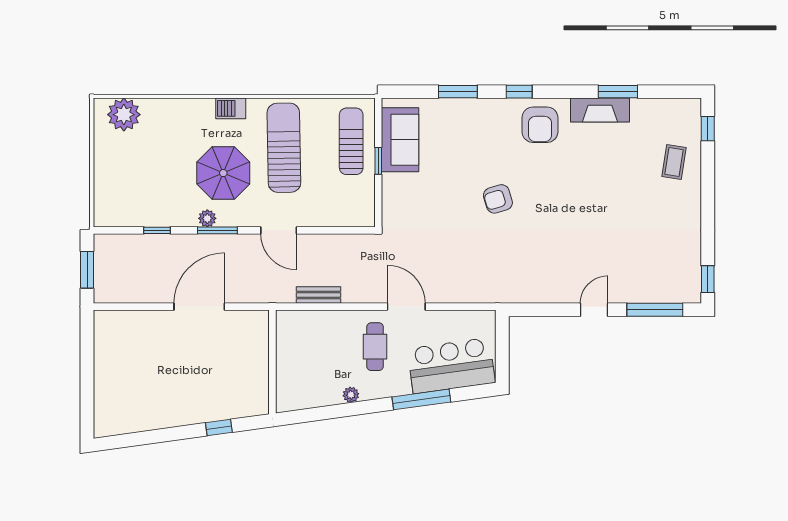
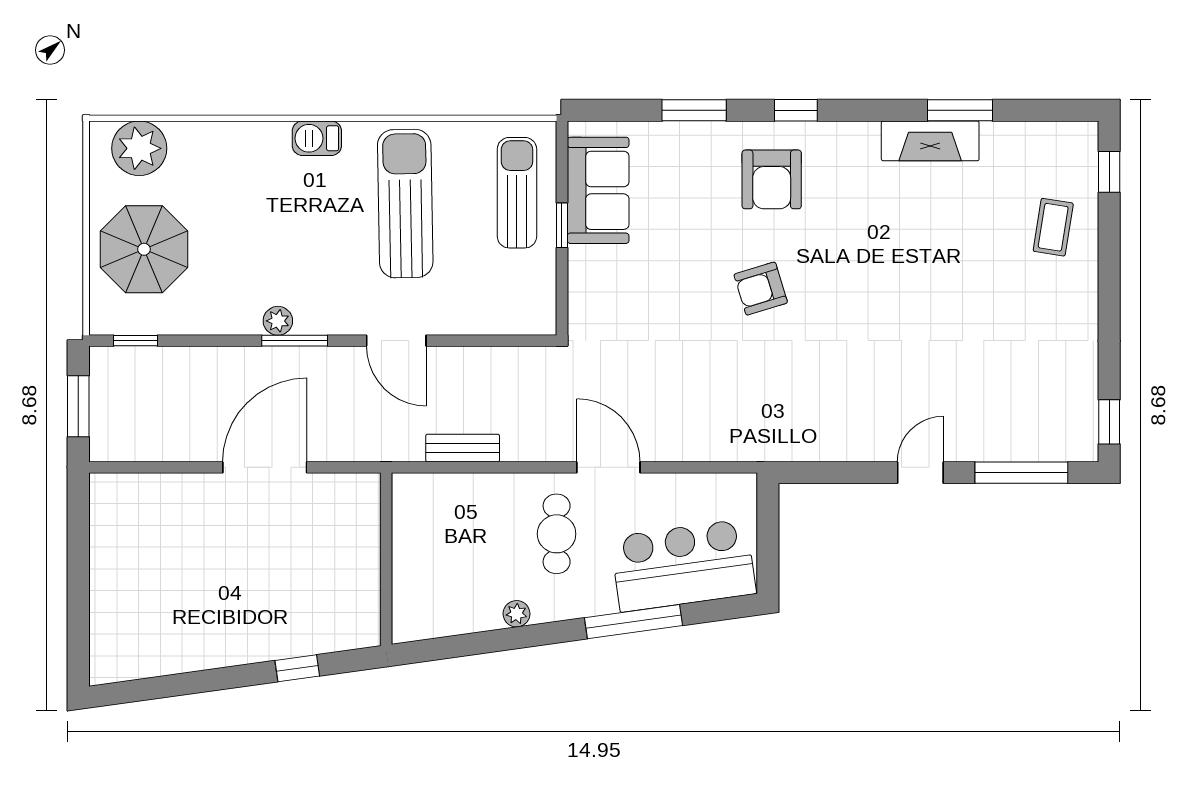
armchair: (540, 125) -> (772, 179), moved
parasol: (223, 173) -> (144, 249), moved
window: (157, 230) -> (136, 341), moved

